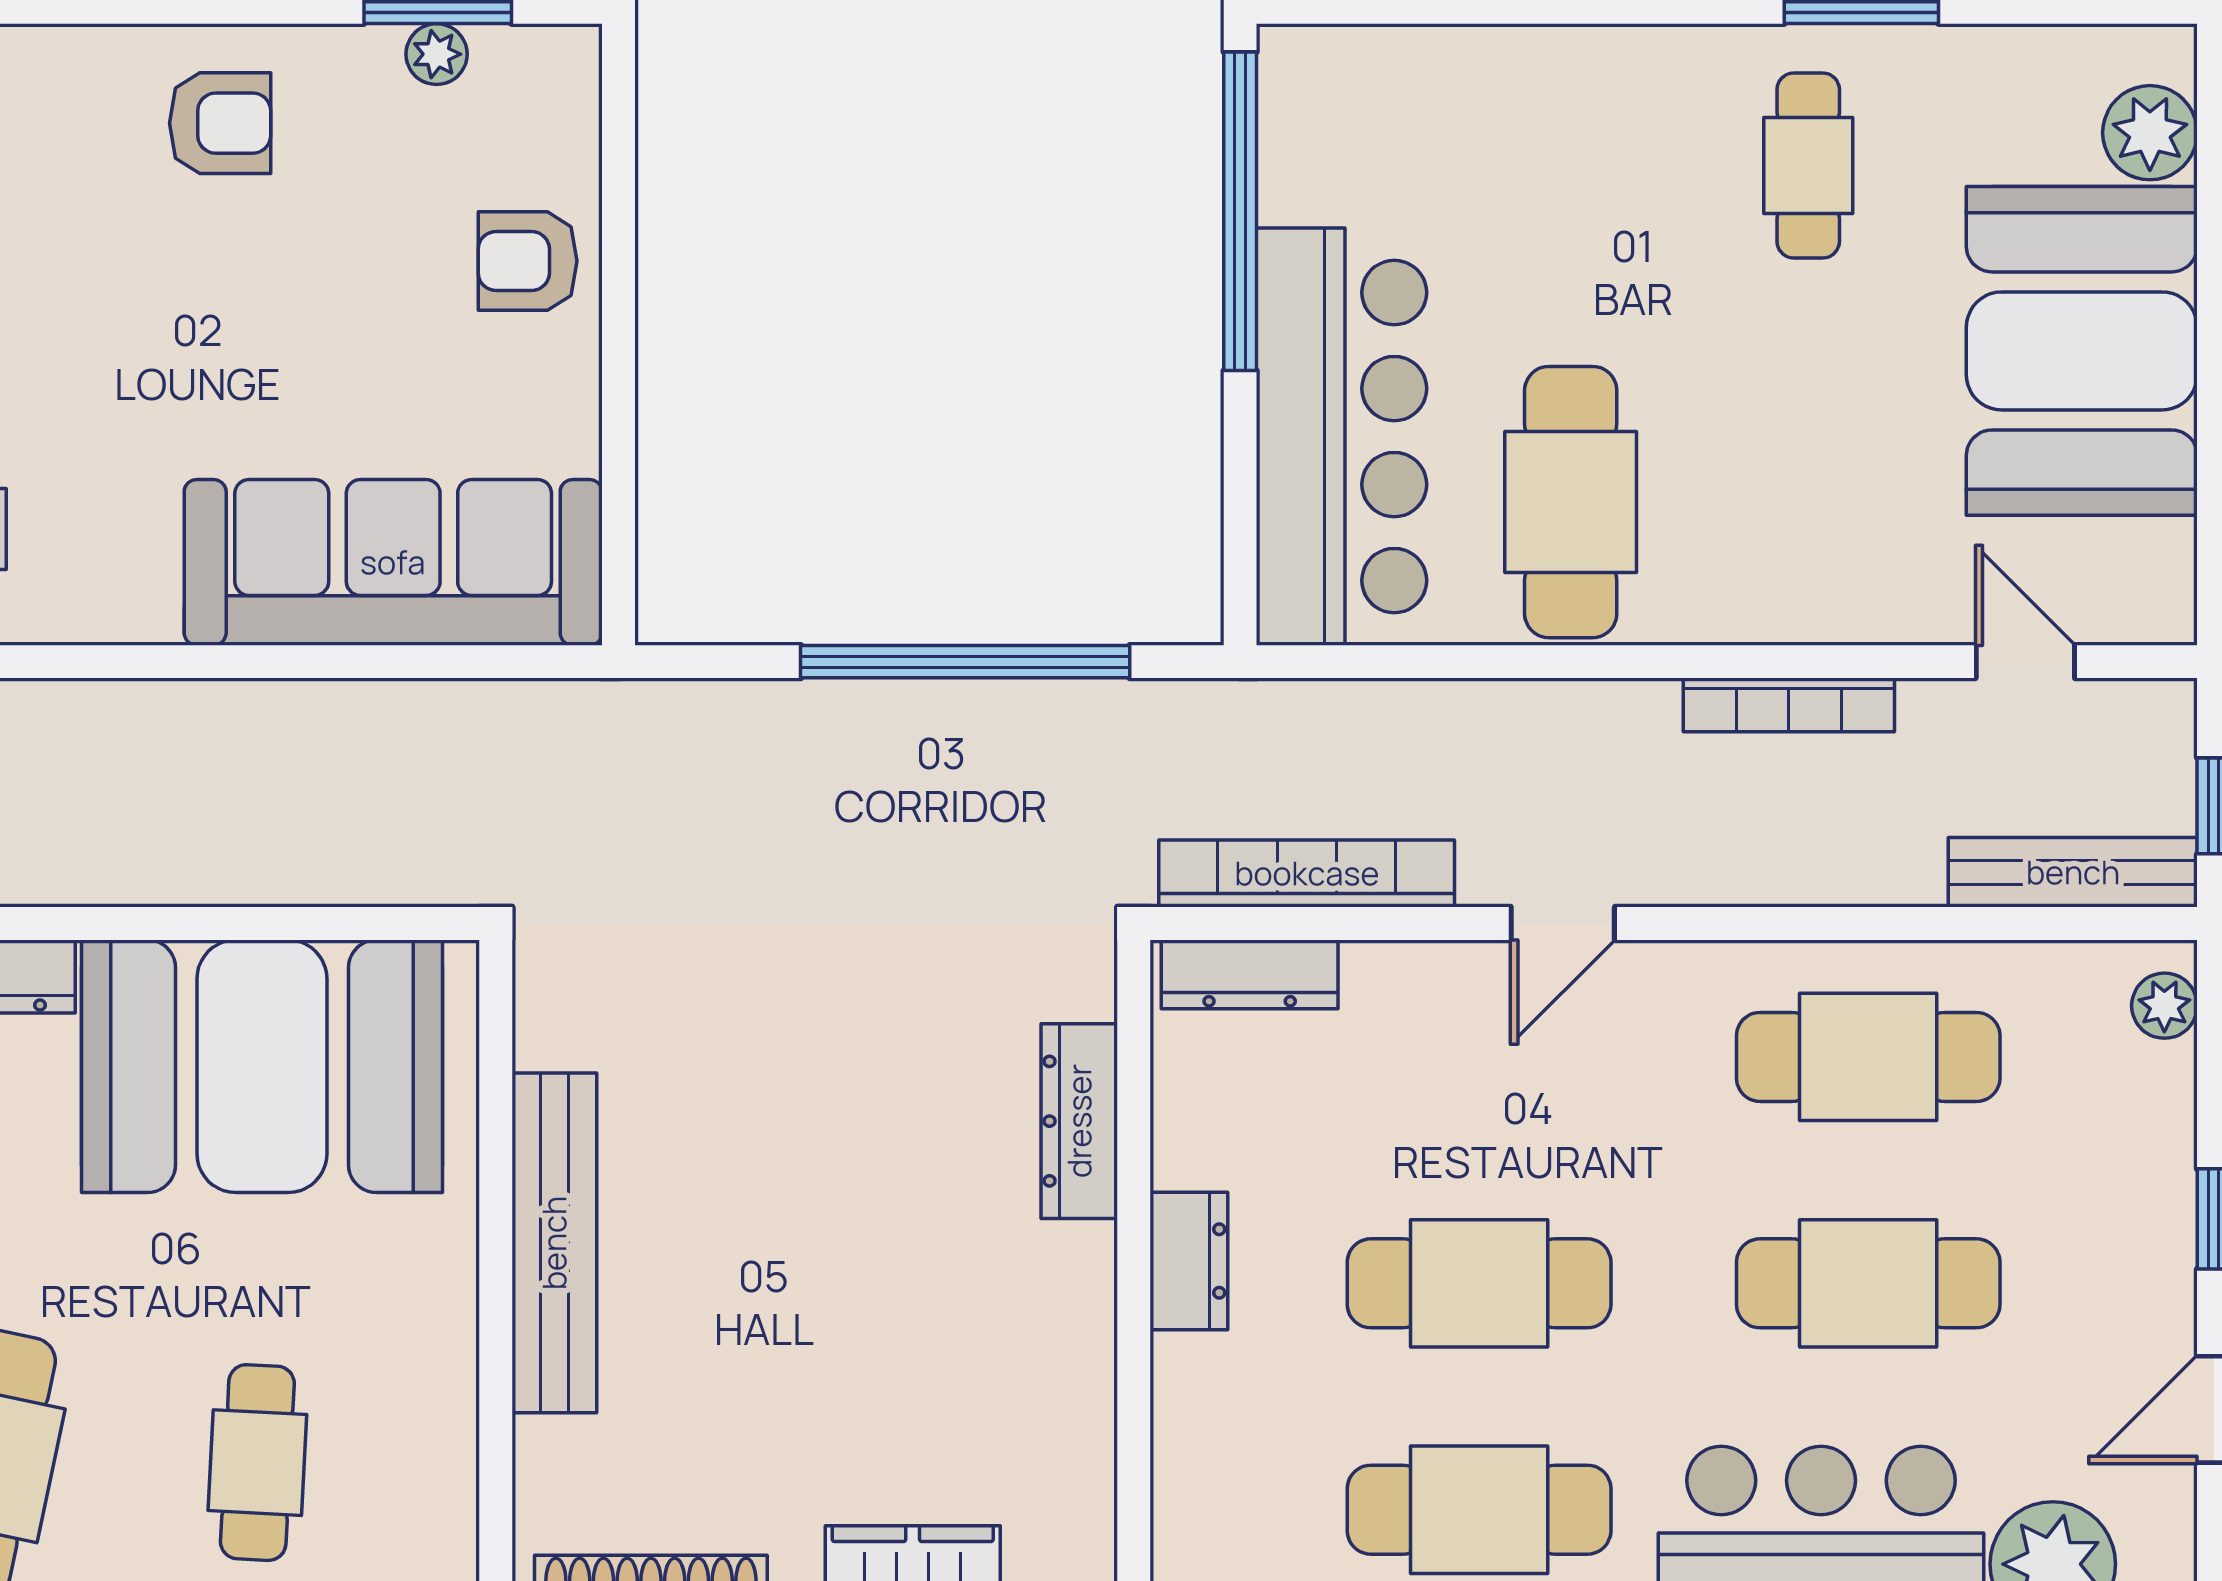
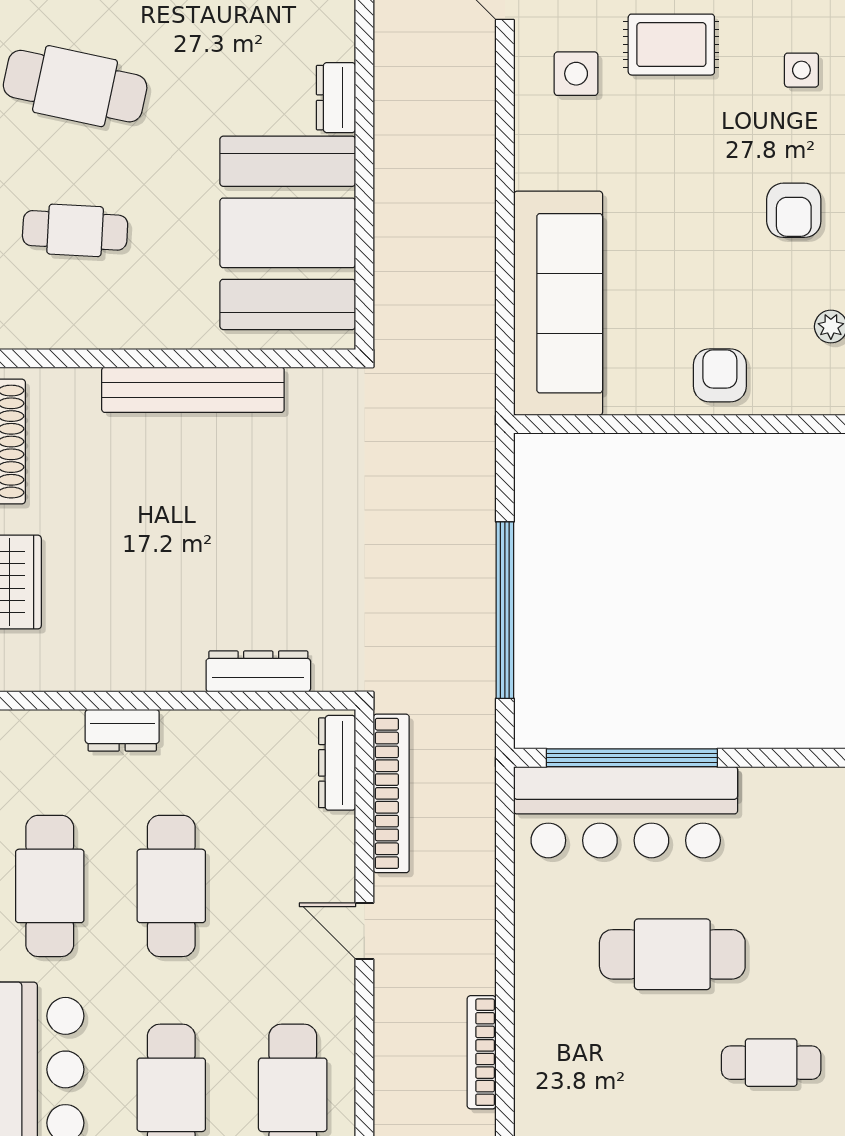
window: (1240, 211) -> (632, 758), moved
cafe table: (1571, 502) -> (672, 954), moved
dresser: (1189, 1261) -> (122, 730), moved

